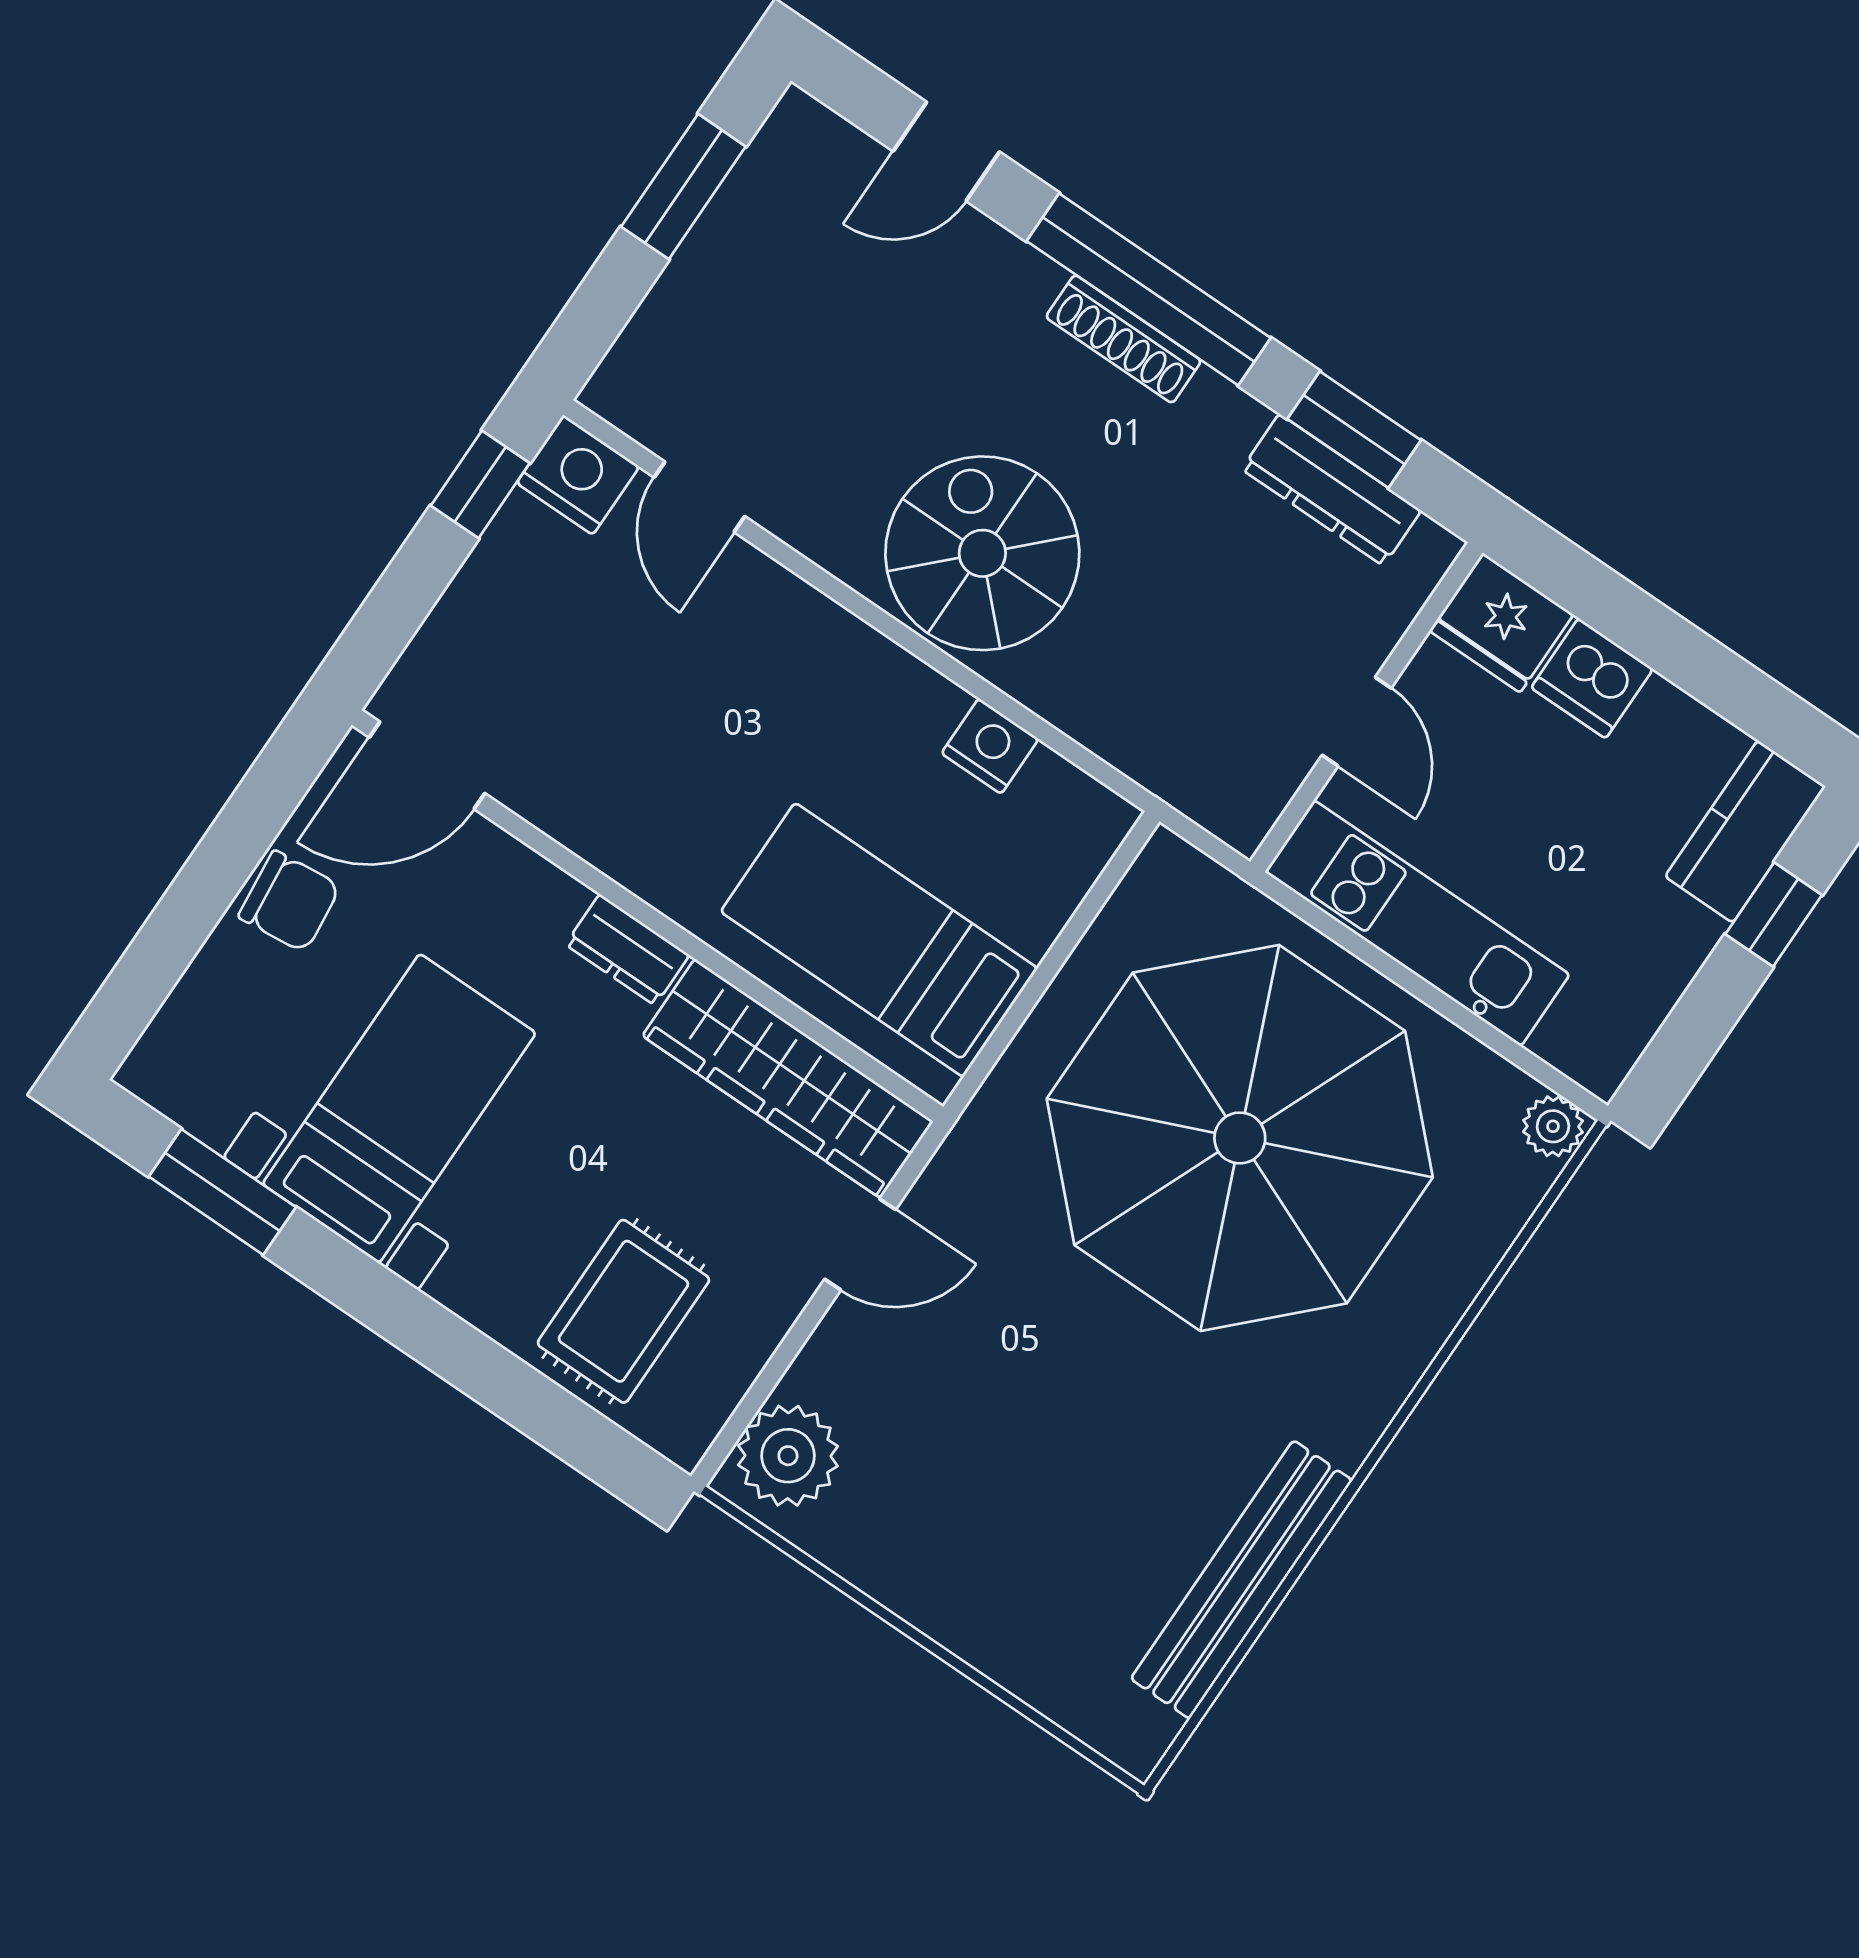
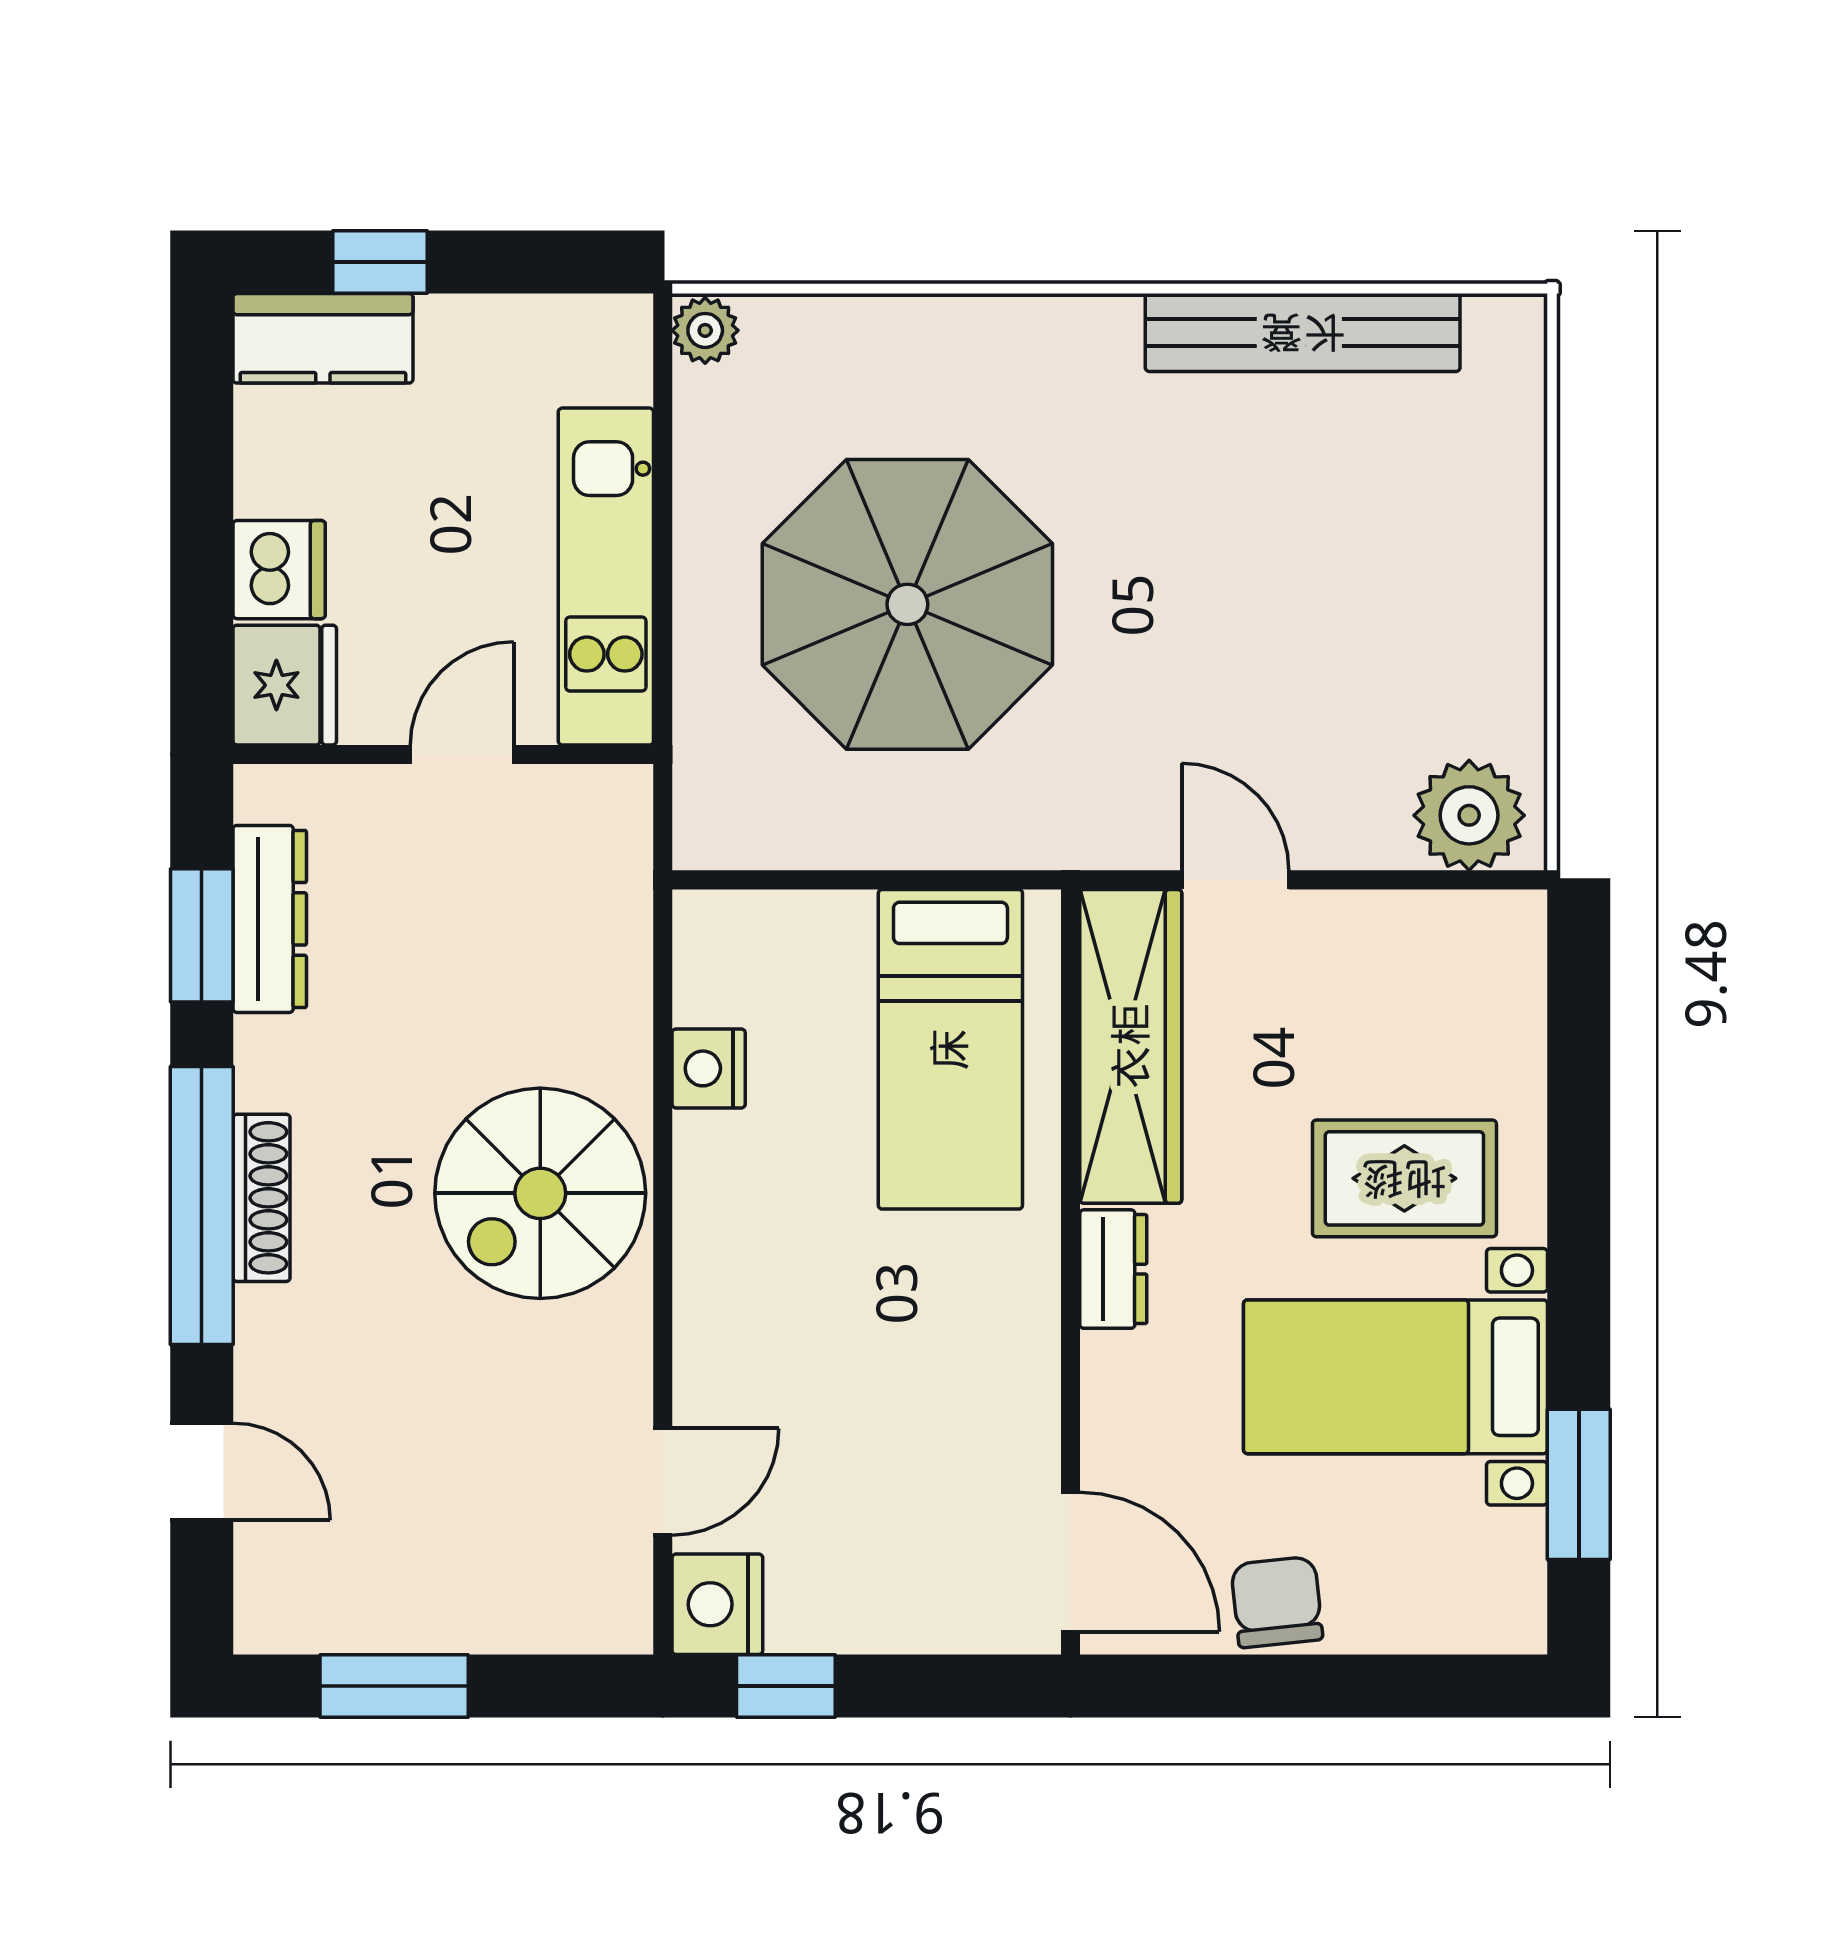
parasol: (1240, 1138) -> (907, 604), width x0.73, depth x0.73
rug: (623, 1311) -> (1404, 1178), moved

